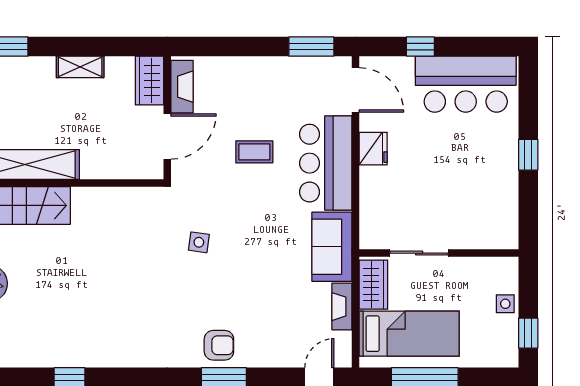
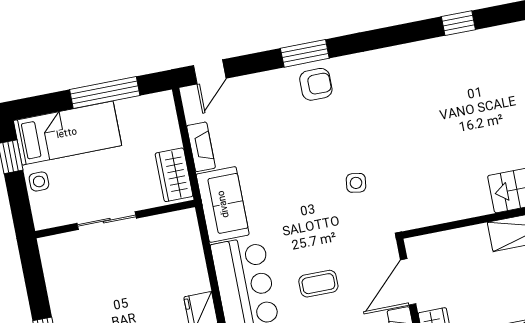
sliding door: (419, 253) -> (107, 221), moved
bed: (409, 334) -> (67, 133), moved, turned 180
armchair: (219, 345) -> (316, 84), turned 180

